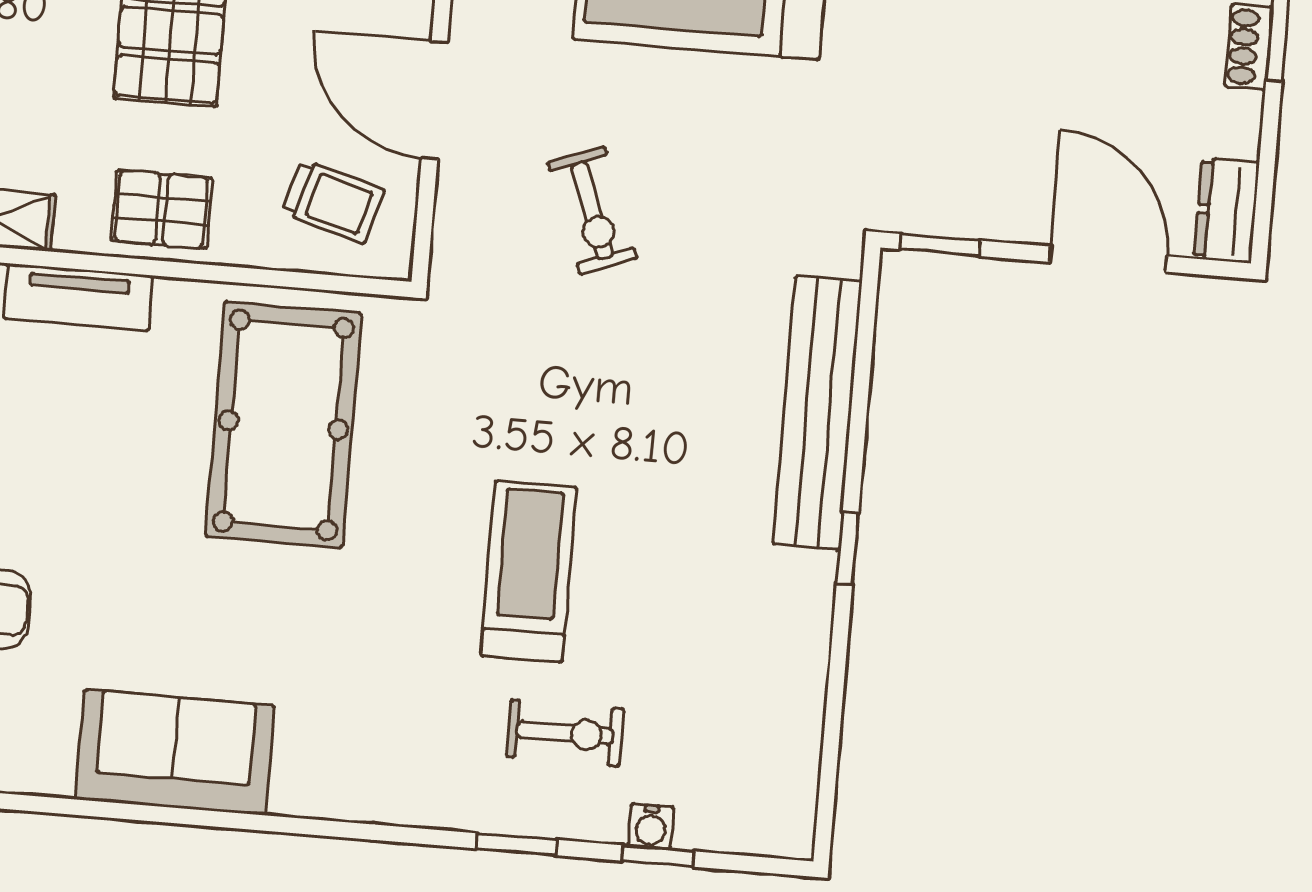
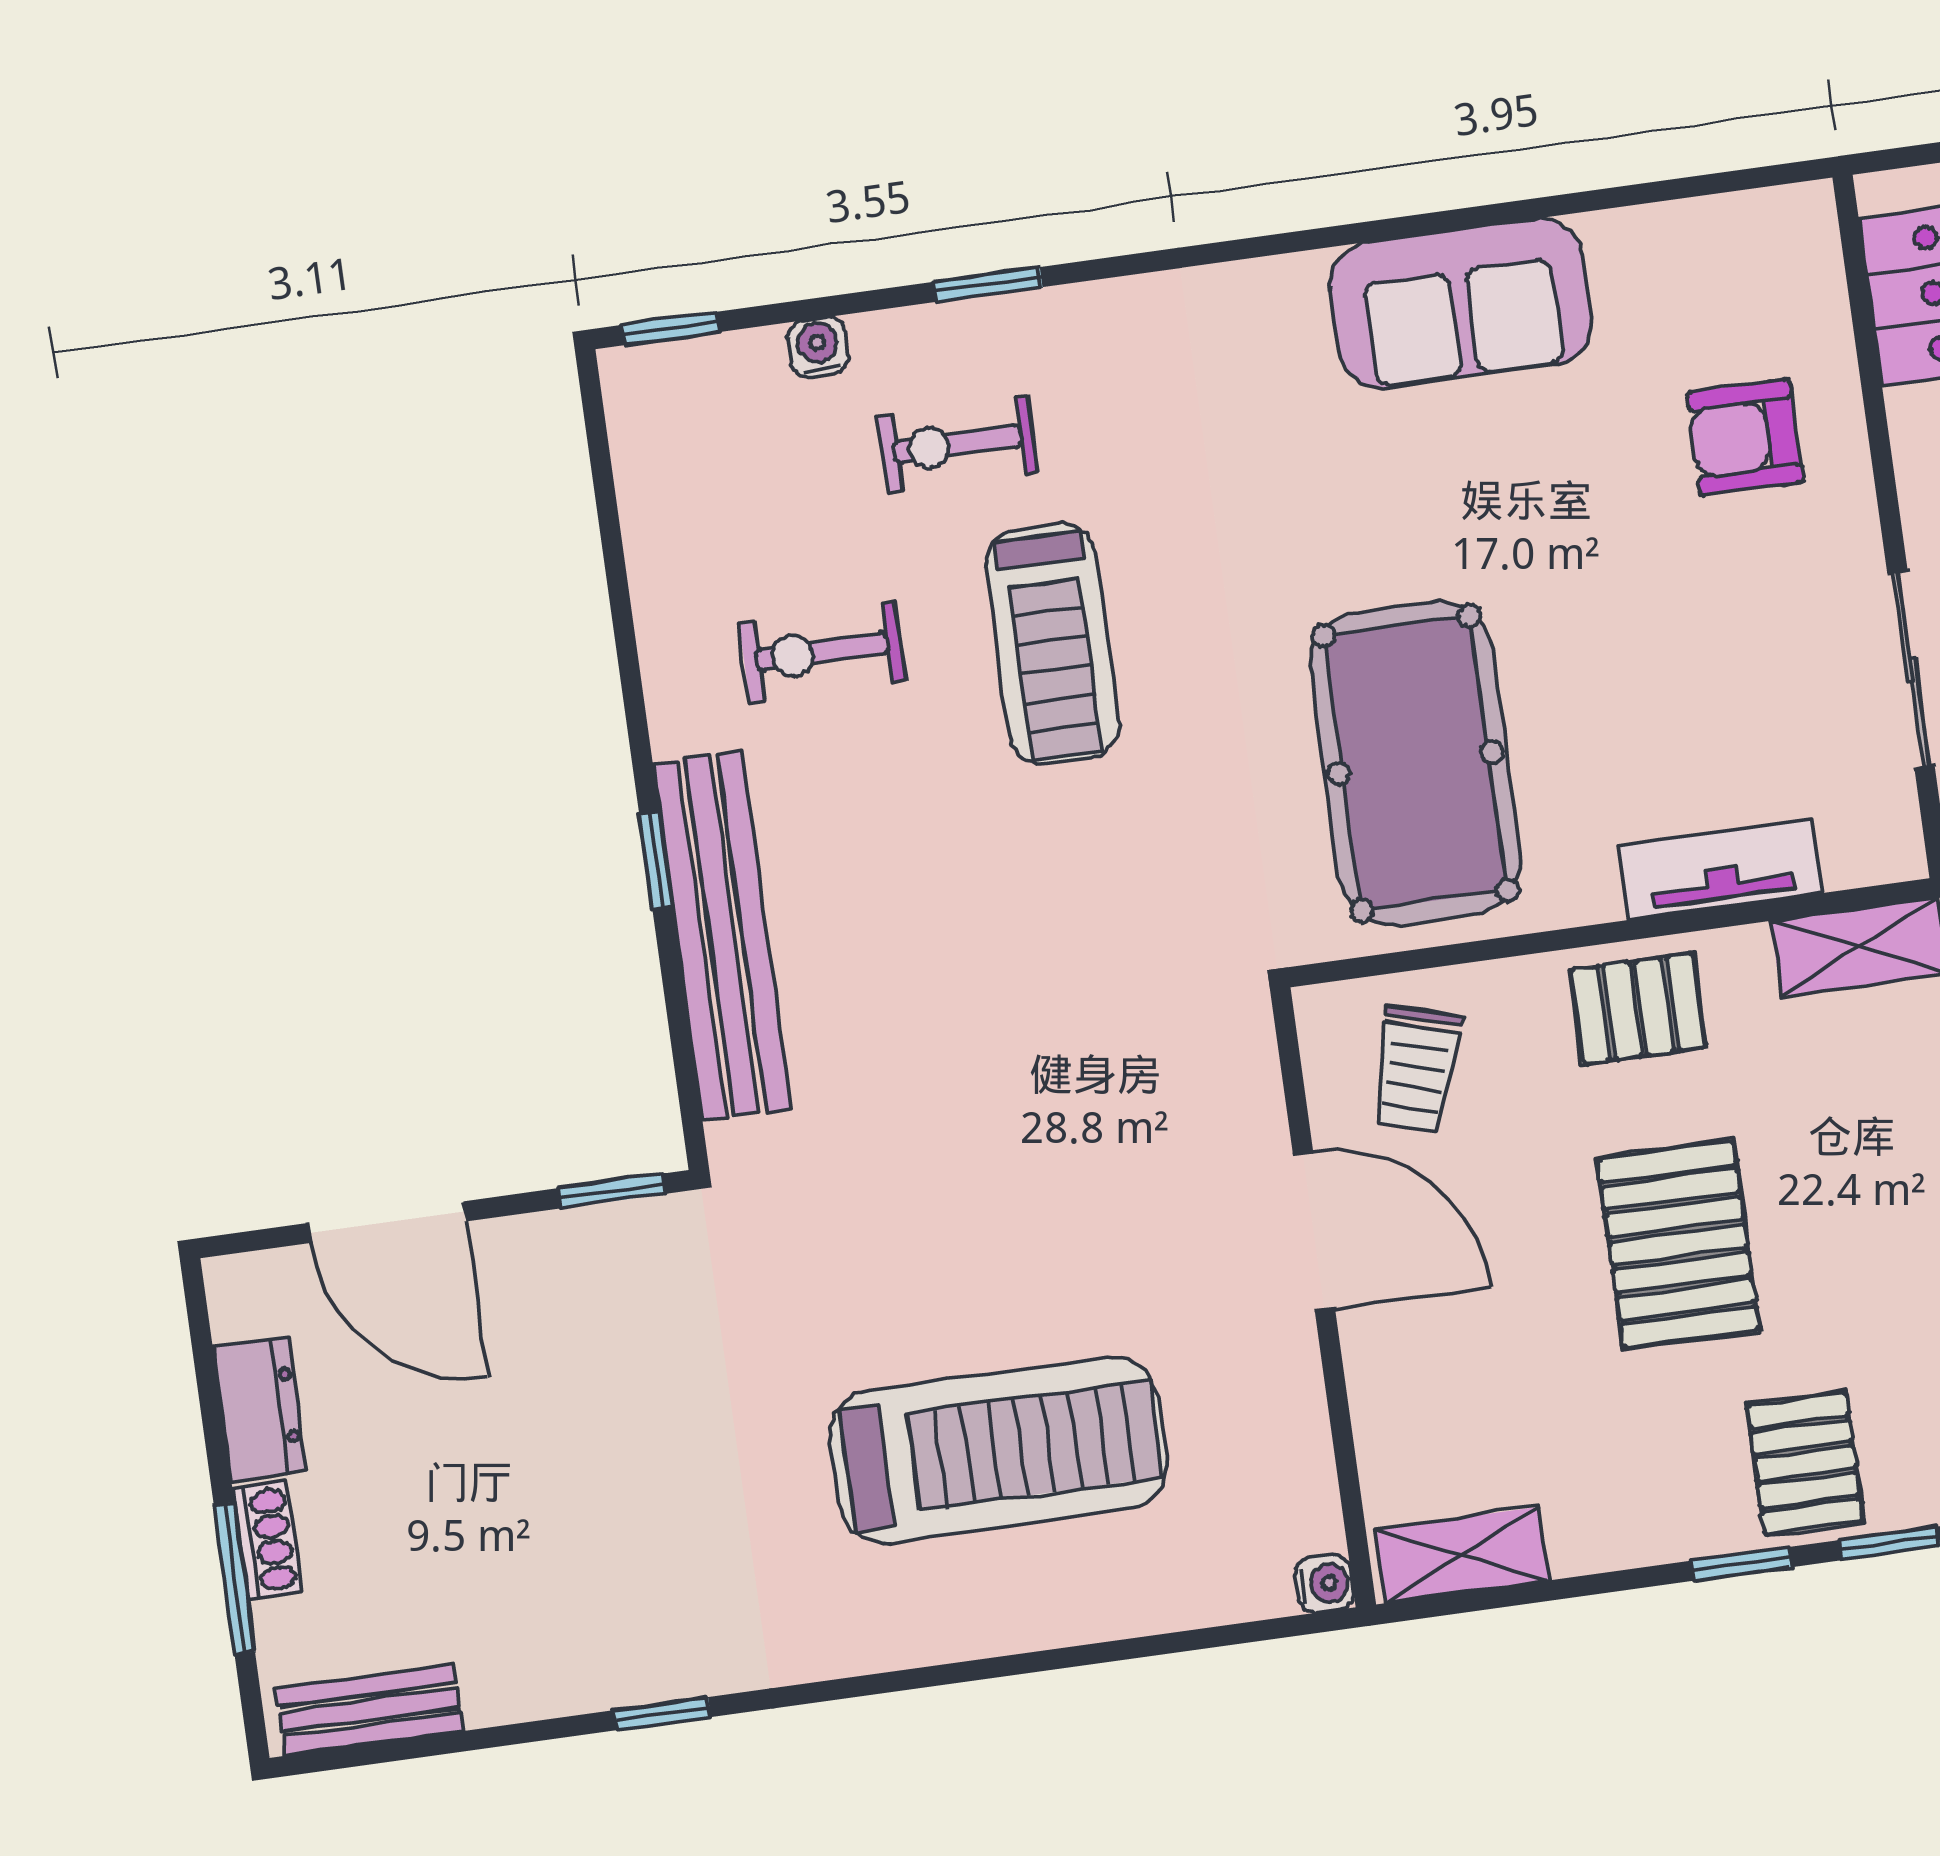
trolley: (333, 202) -> (1416, 1069), turned -89
exercise bike: (592, 210) -> (822, 652), moved, turned -69
dresser: (1227, 211) -> (260, 1409), moved
window: (847, 549) -> (656, 861), moved
window: (658, 856) -> (670, 329), moved

